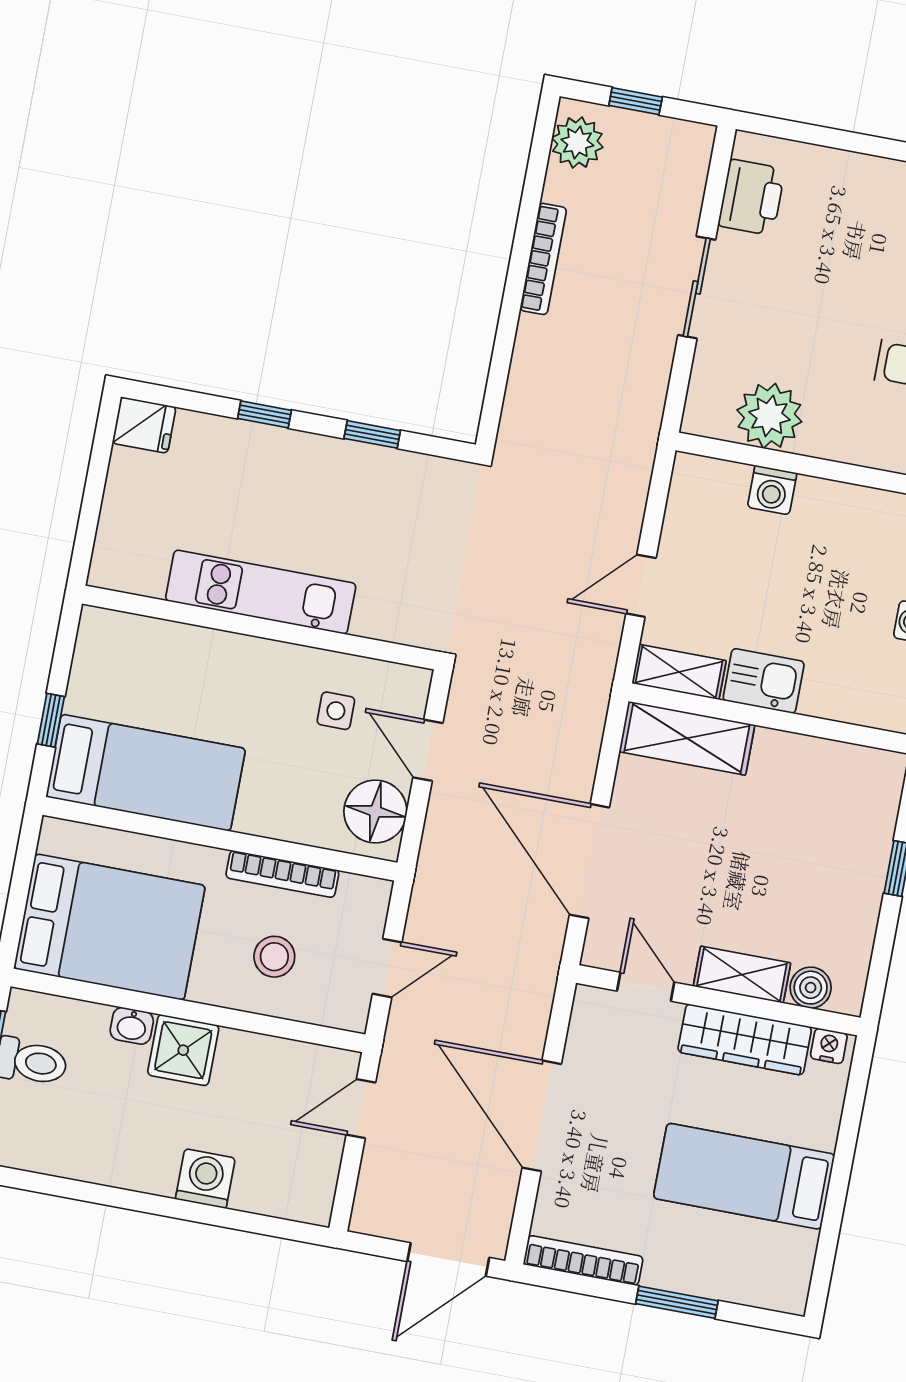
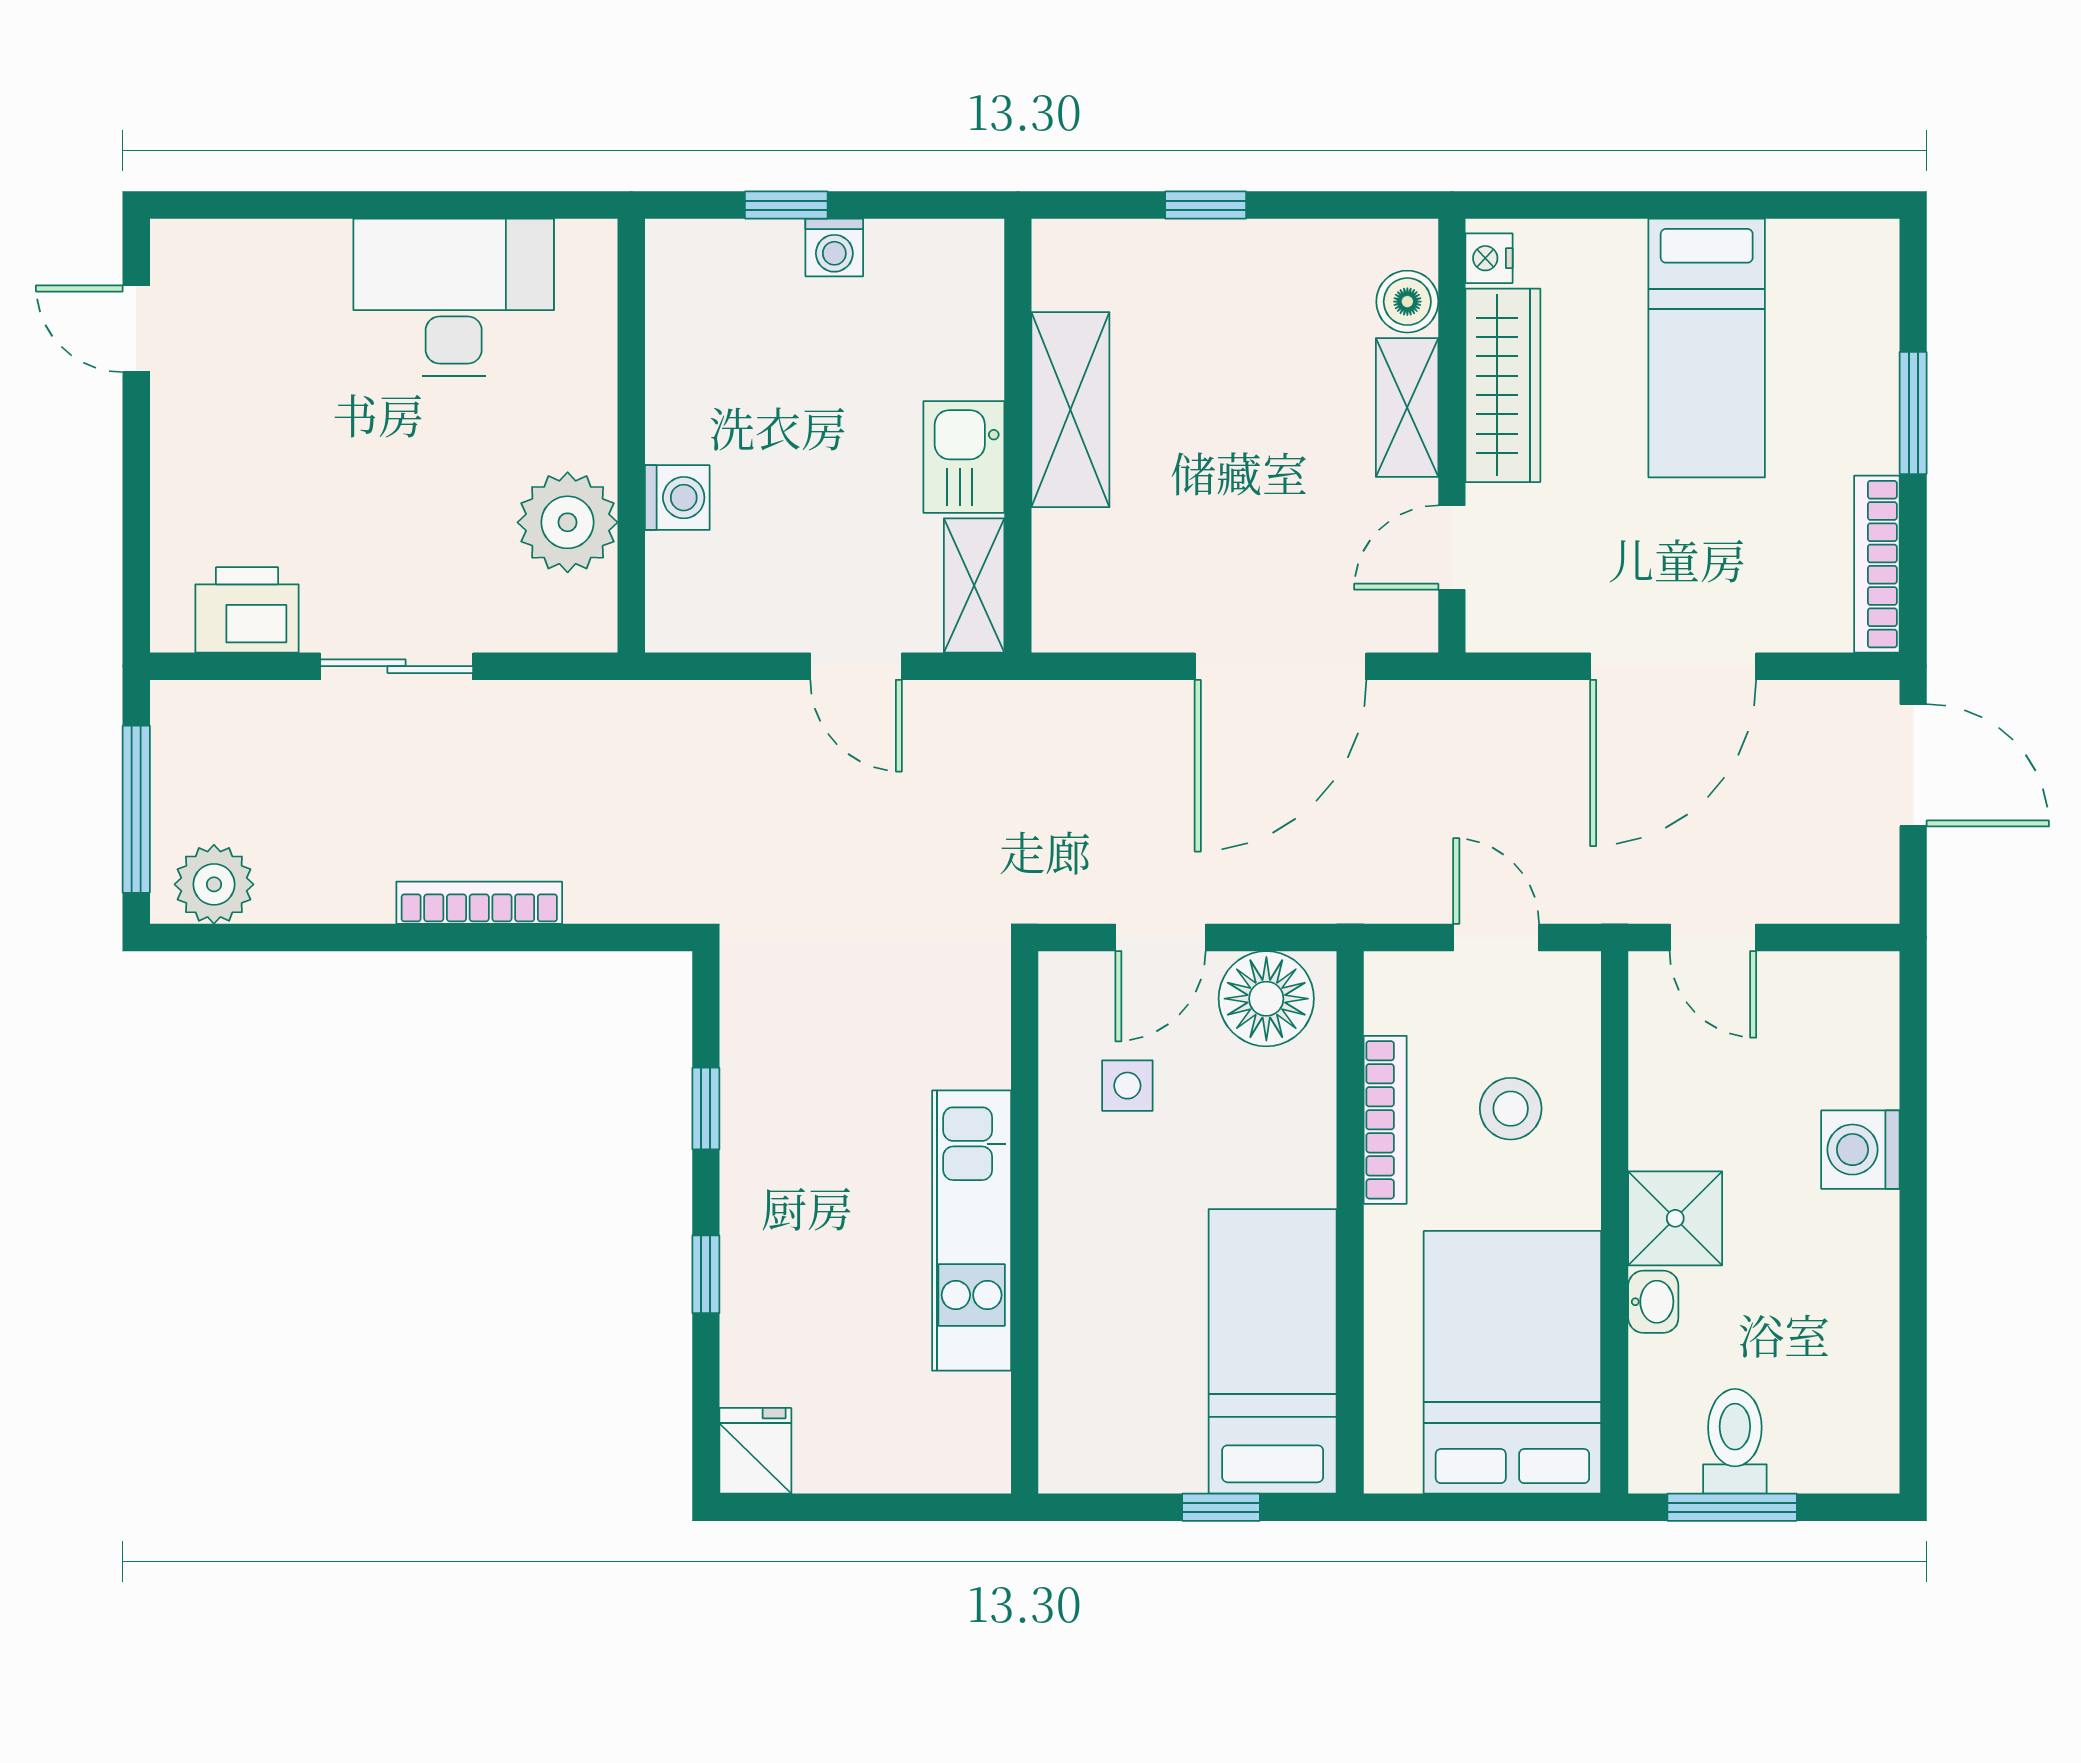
window: (636, 101) -> (136, 809), width x2.17
bookcase: (543, 259) -> (479, 903), moved
shelving: (687, 738) -> (1070, 410), moved

